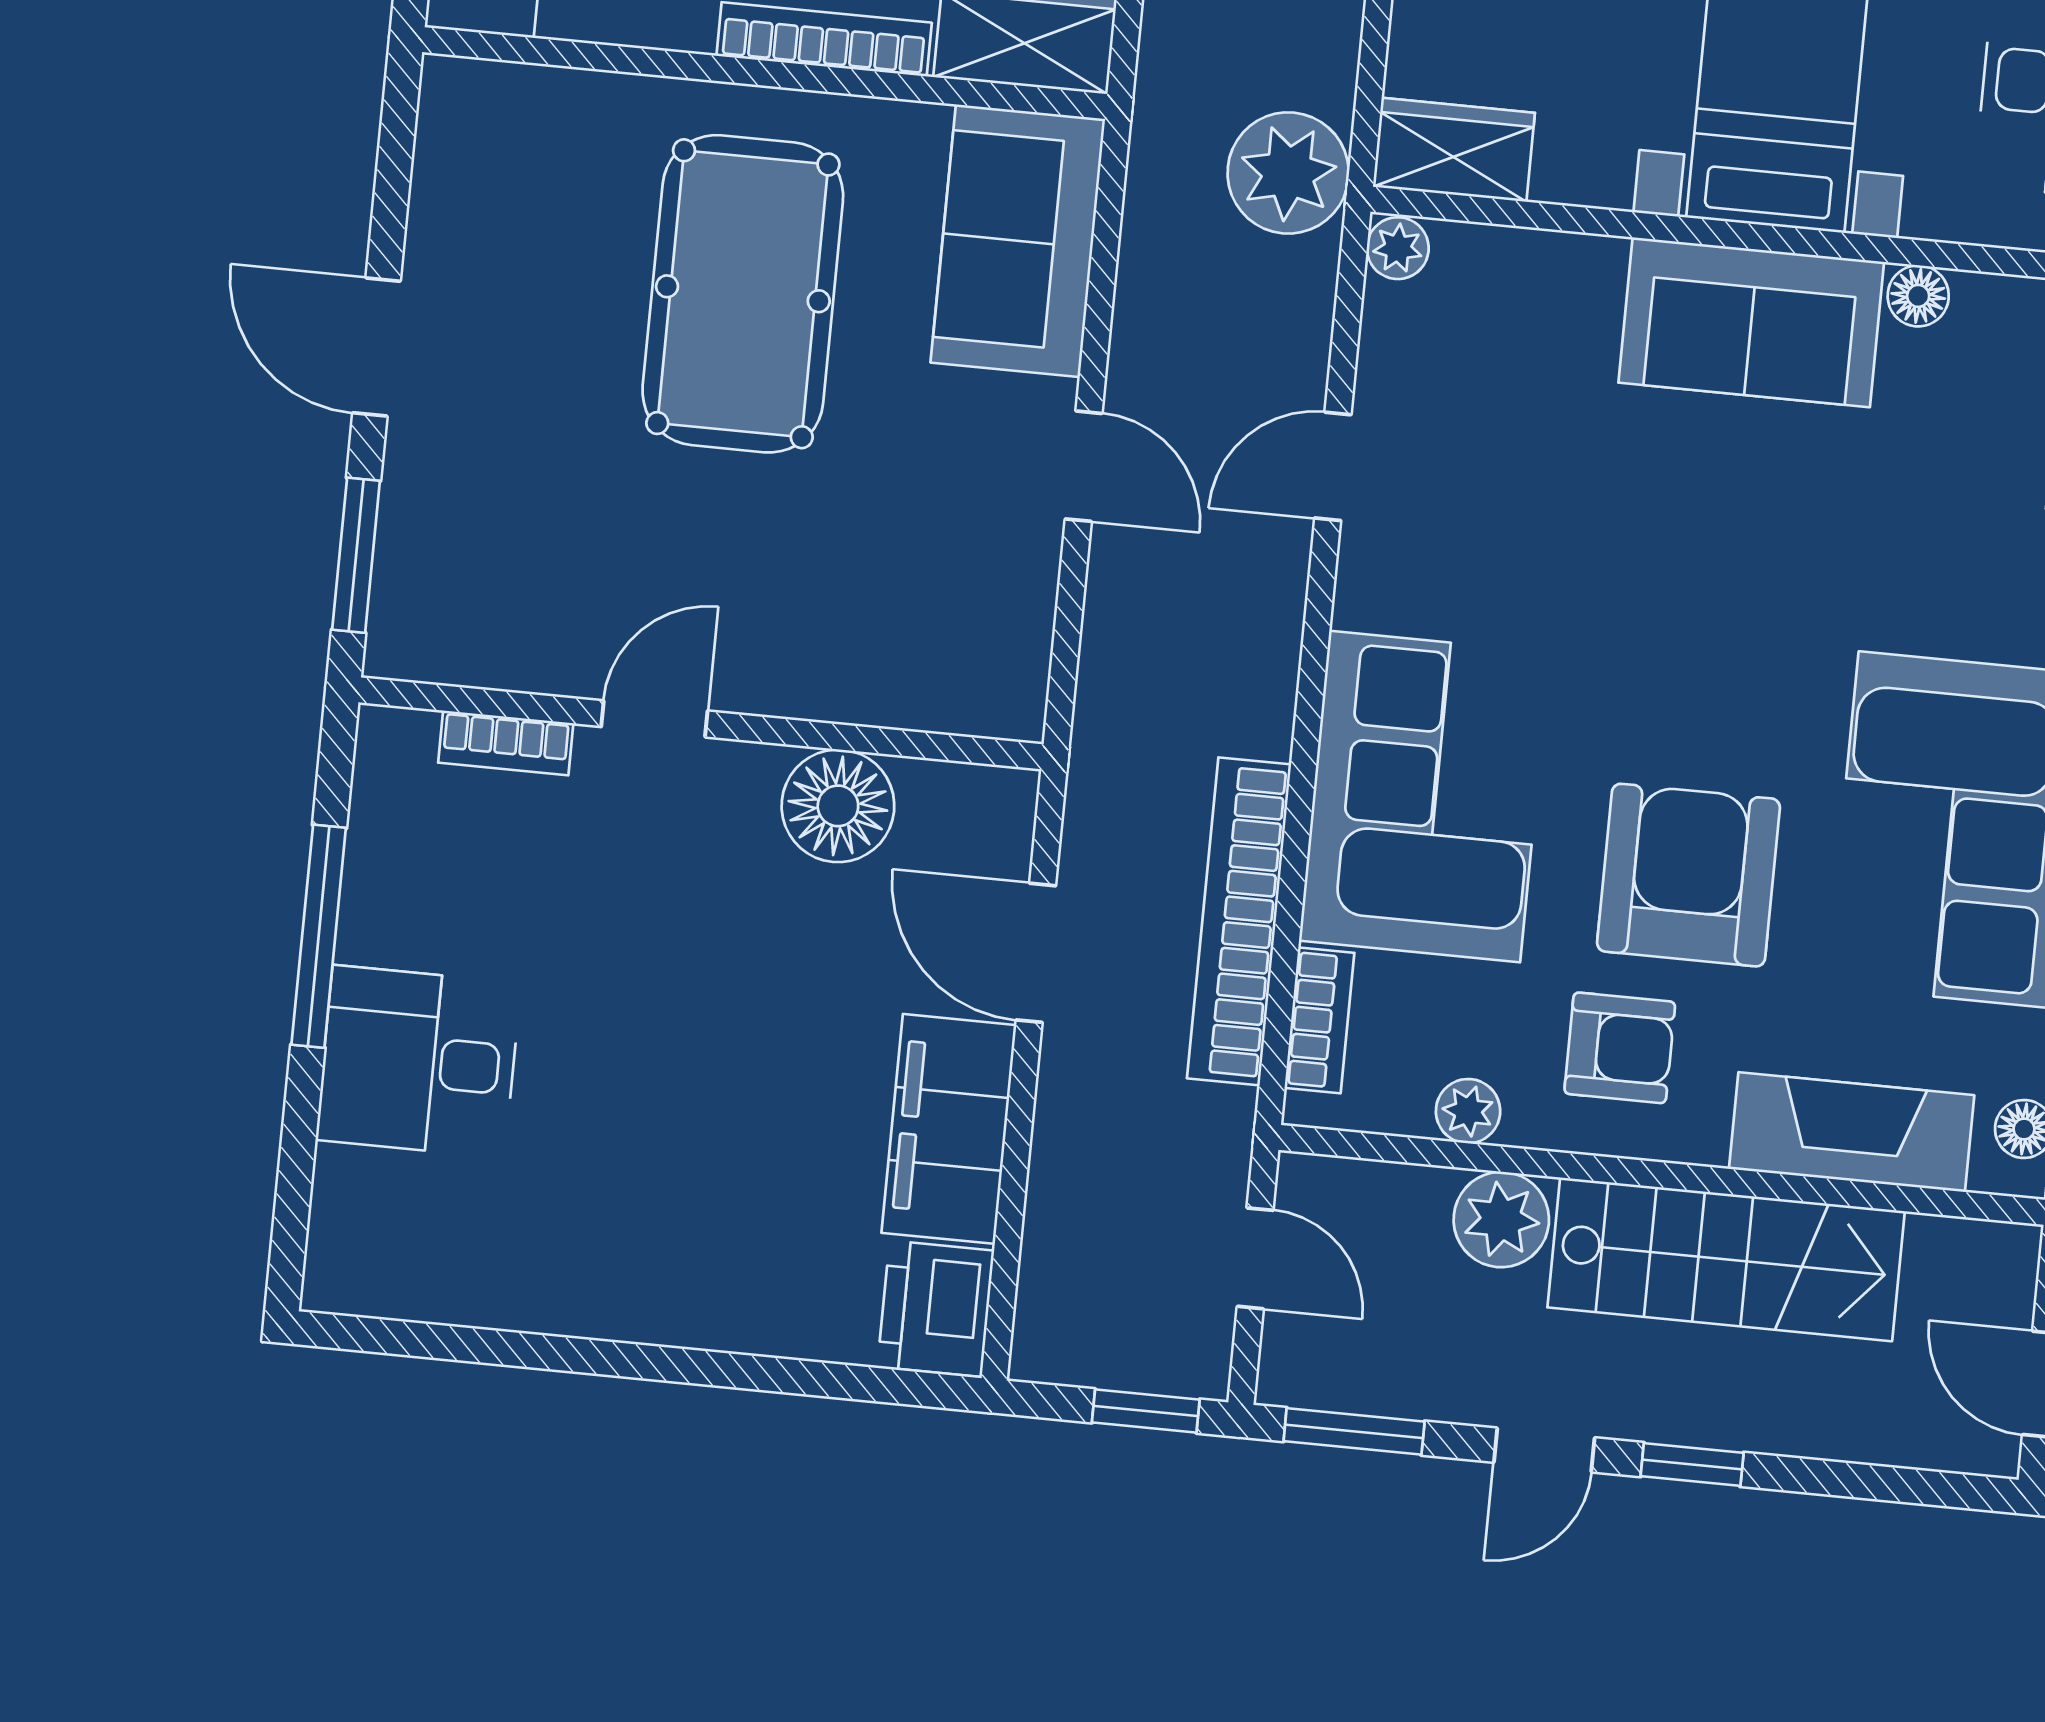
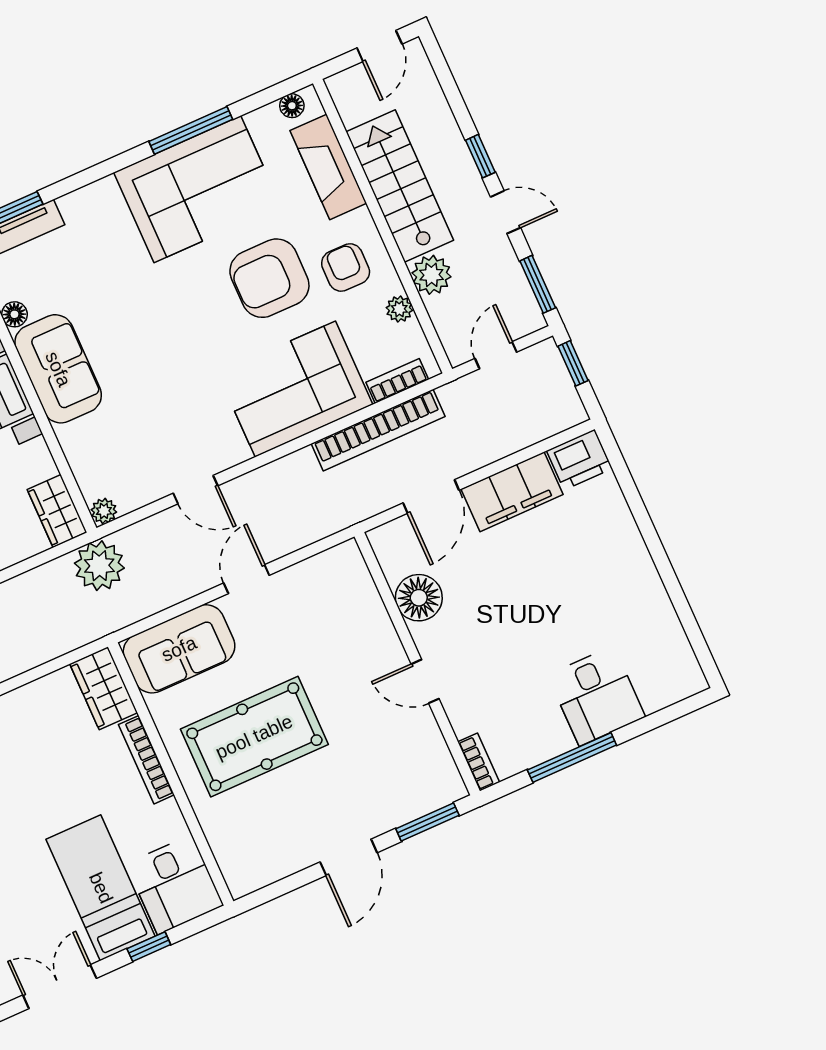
bookcase: (506, 743) -> (479, 762), moved

